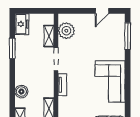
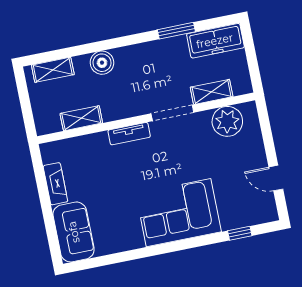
freezer: (22, 24) -> (215, 41), width x1.40
window: (128, 36) -> (240, 233), width x0.46
corner sofa: (110, 81) -> (179, 213), moved

